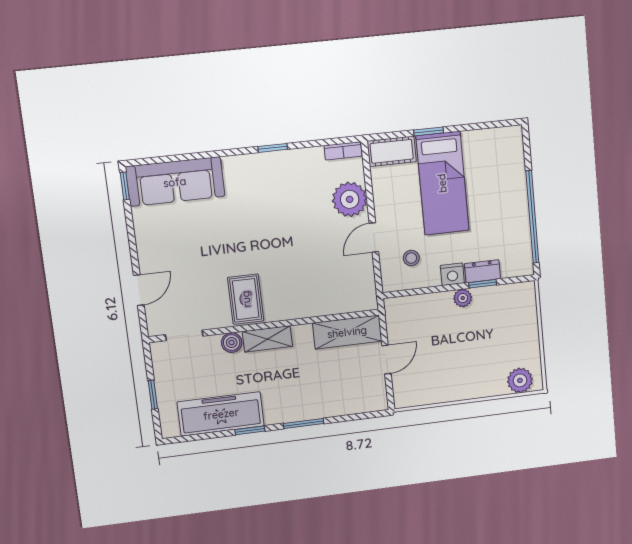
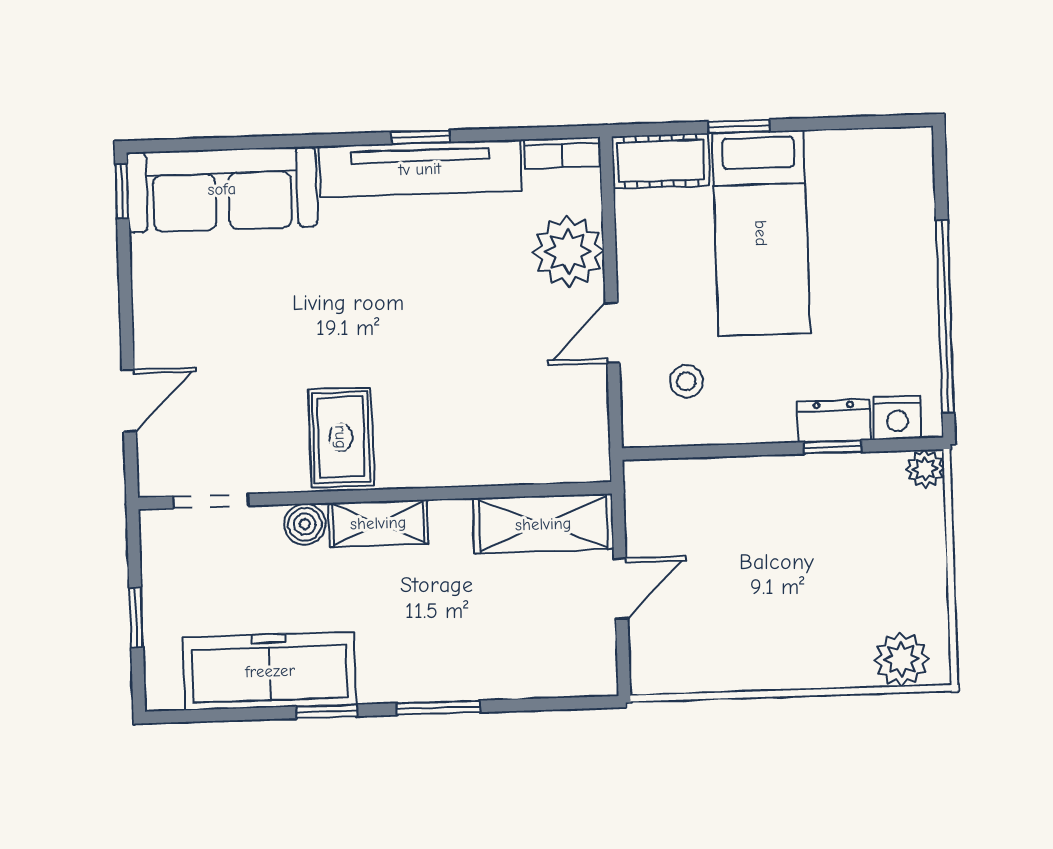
tv unit: (274, 164) -> (420, 169), added
nightstand: (452, 274) -> (897, 418), moved
plant: (463, 298) -> (925, 469), moved

